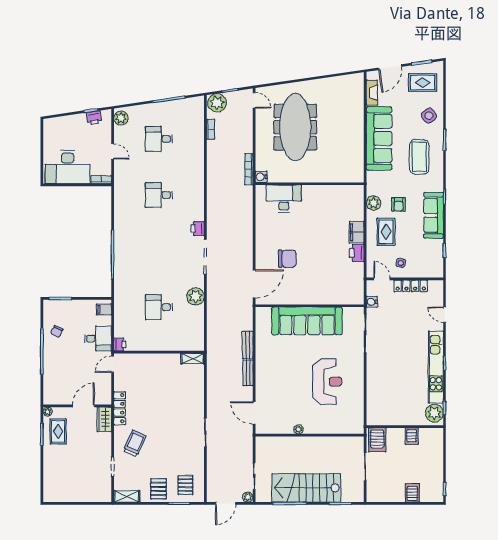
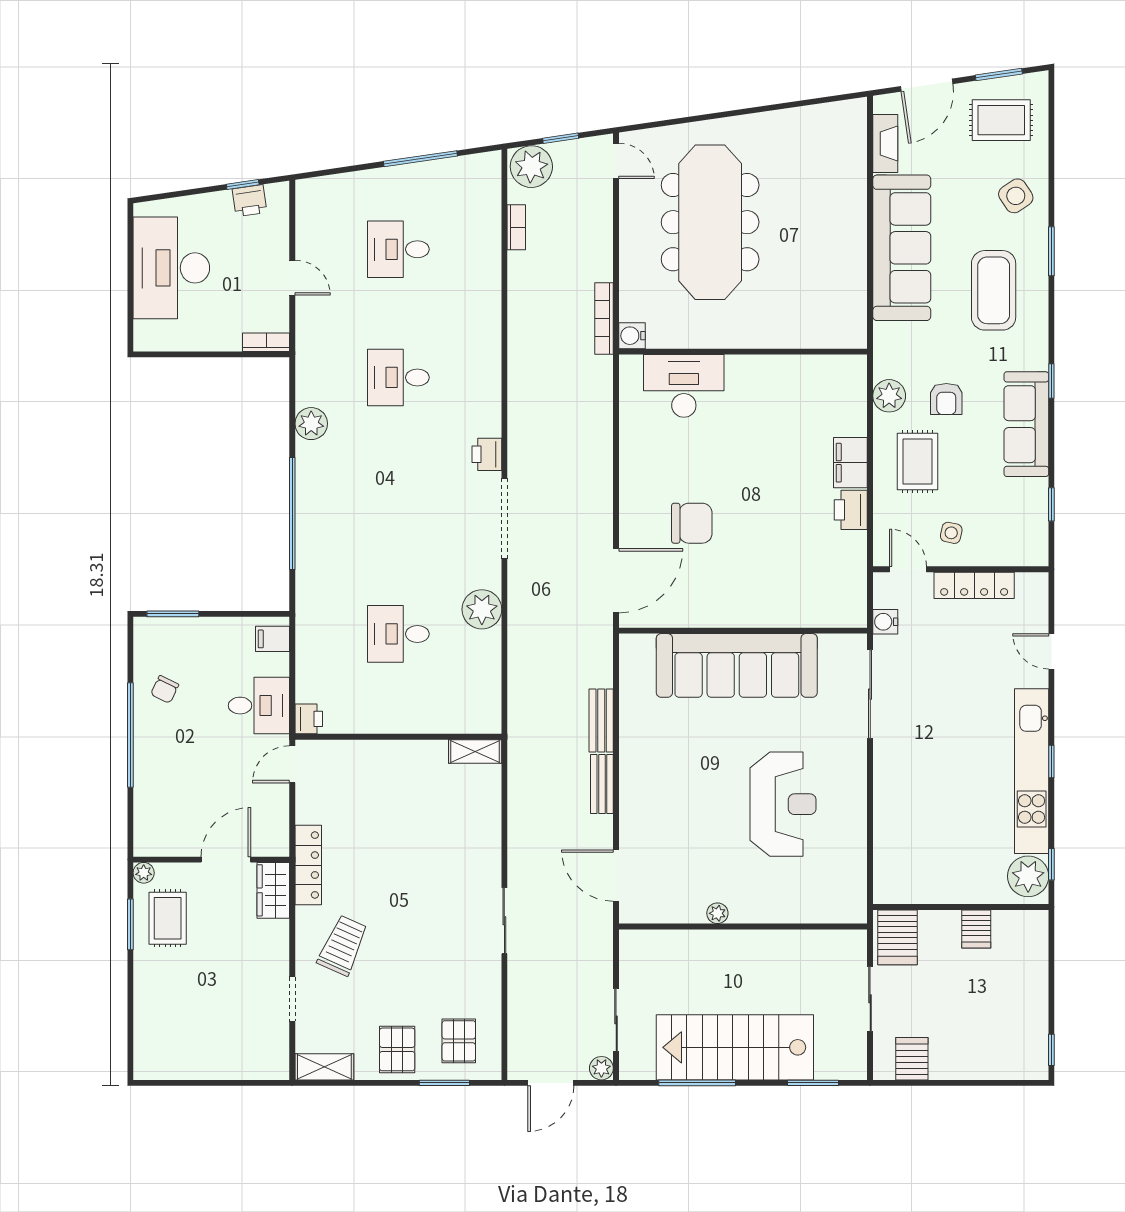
plant: (121, 118) -> (311, 424), moved
desk: (68, 167) -> (171, 268), moved, turned 90
server rack: (412, 493) -> (912, 1059), moved

